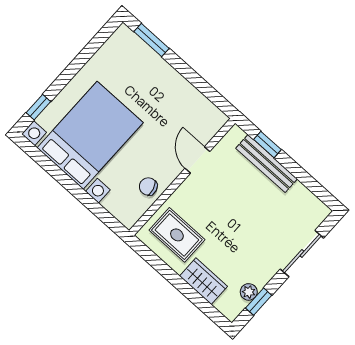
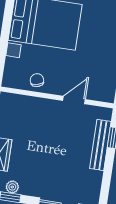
rug: (177, 235) -> (18, 118), removed

